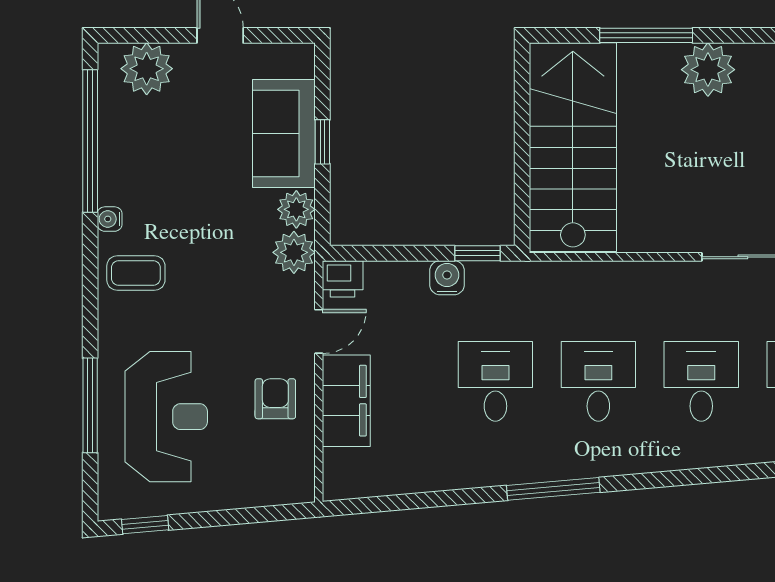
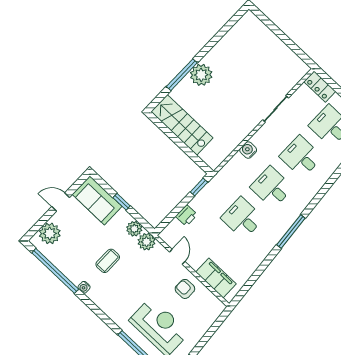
plant: (708, 70) -> (201, 75), moved
sofa: (284, 133) -> (97, 200), moved
stairs: (573, 147) -> (182, 125), width x0.73, depth x0.66
coffee table: (136, 273) -> (108, 261), moved
water cooler: (447, 278) -> (248, 150), moved
printer: (343, 279) -> (186, 216), moved
filing cabinet: (346, 401) -> (216, 278), moved

